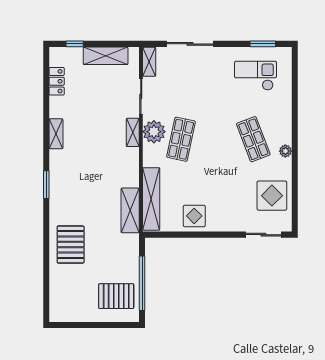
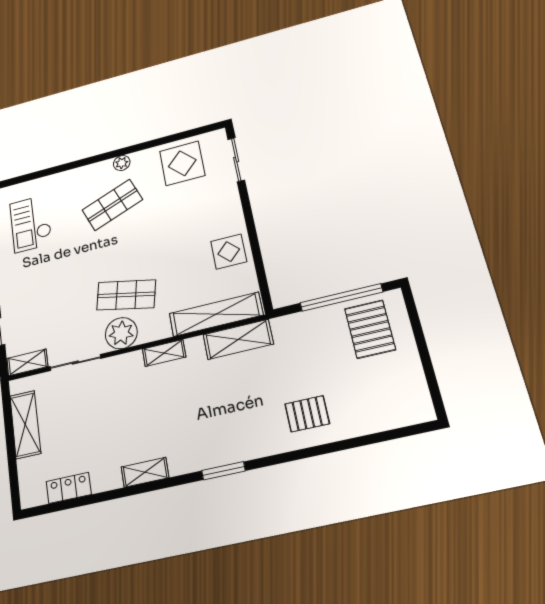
window: (75, 44) -> (13, 473), removed
shelving: (133, 132) -> (164, 353), moved
pallet: (71, 244) -> (307, 414), width x0.67, depth x0.71

